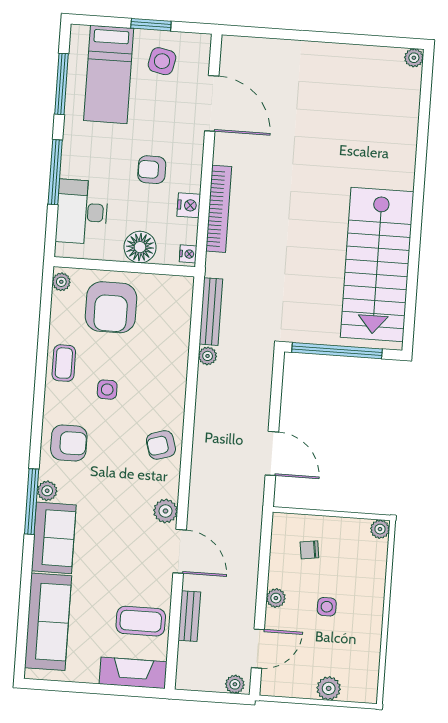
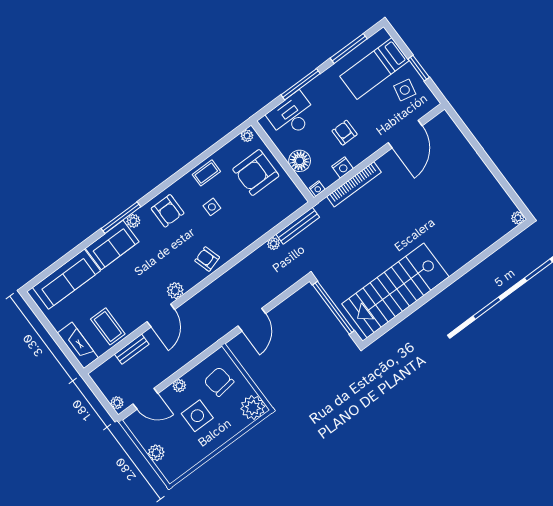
plant: (380, 529) -> (253, 408), width x1.87, depth x1.87
chair: (309, 550) -> (219, 382), width x1.87, depth x1.87
side table: (327, 607) -> (197, 416), width x1.87, depth x1.87

